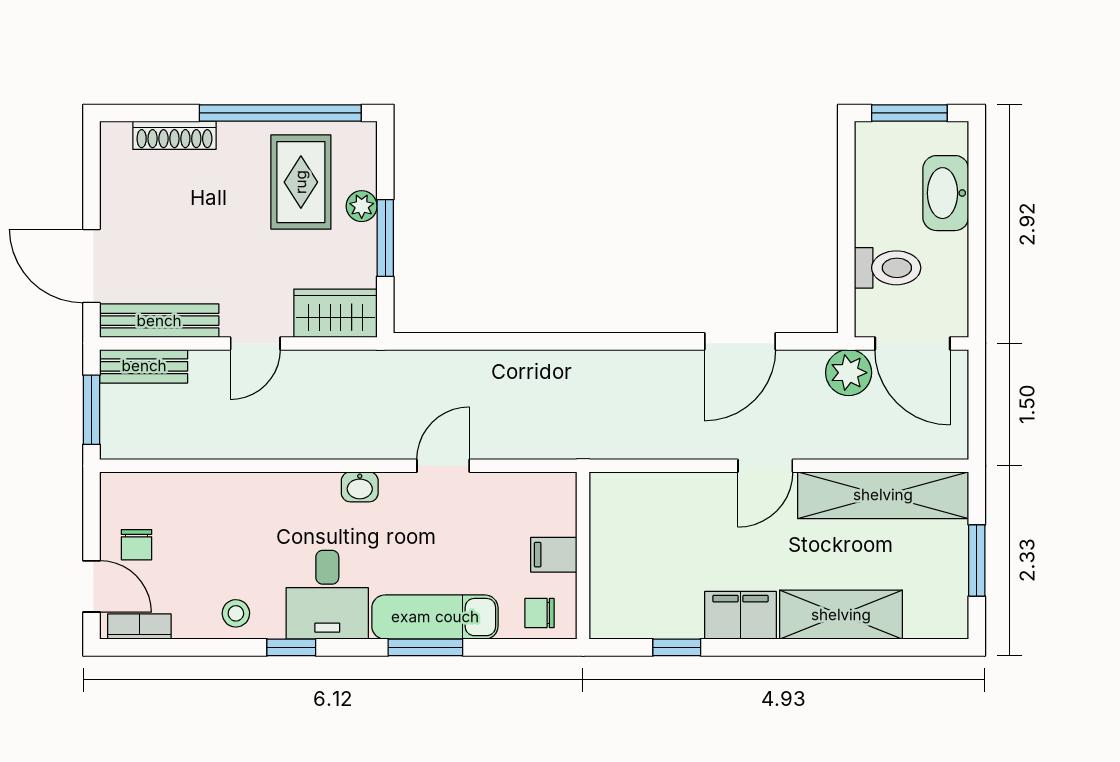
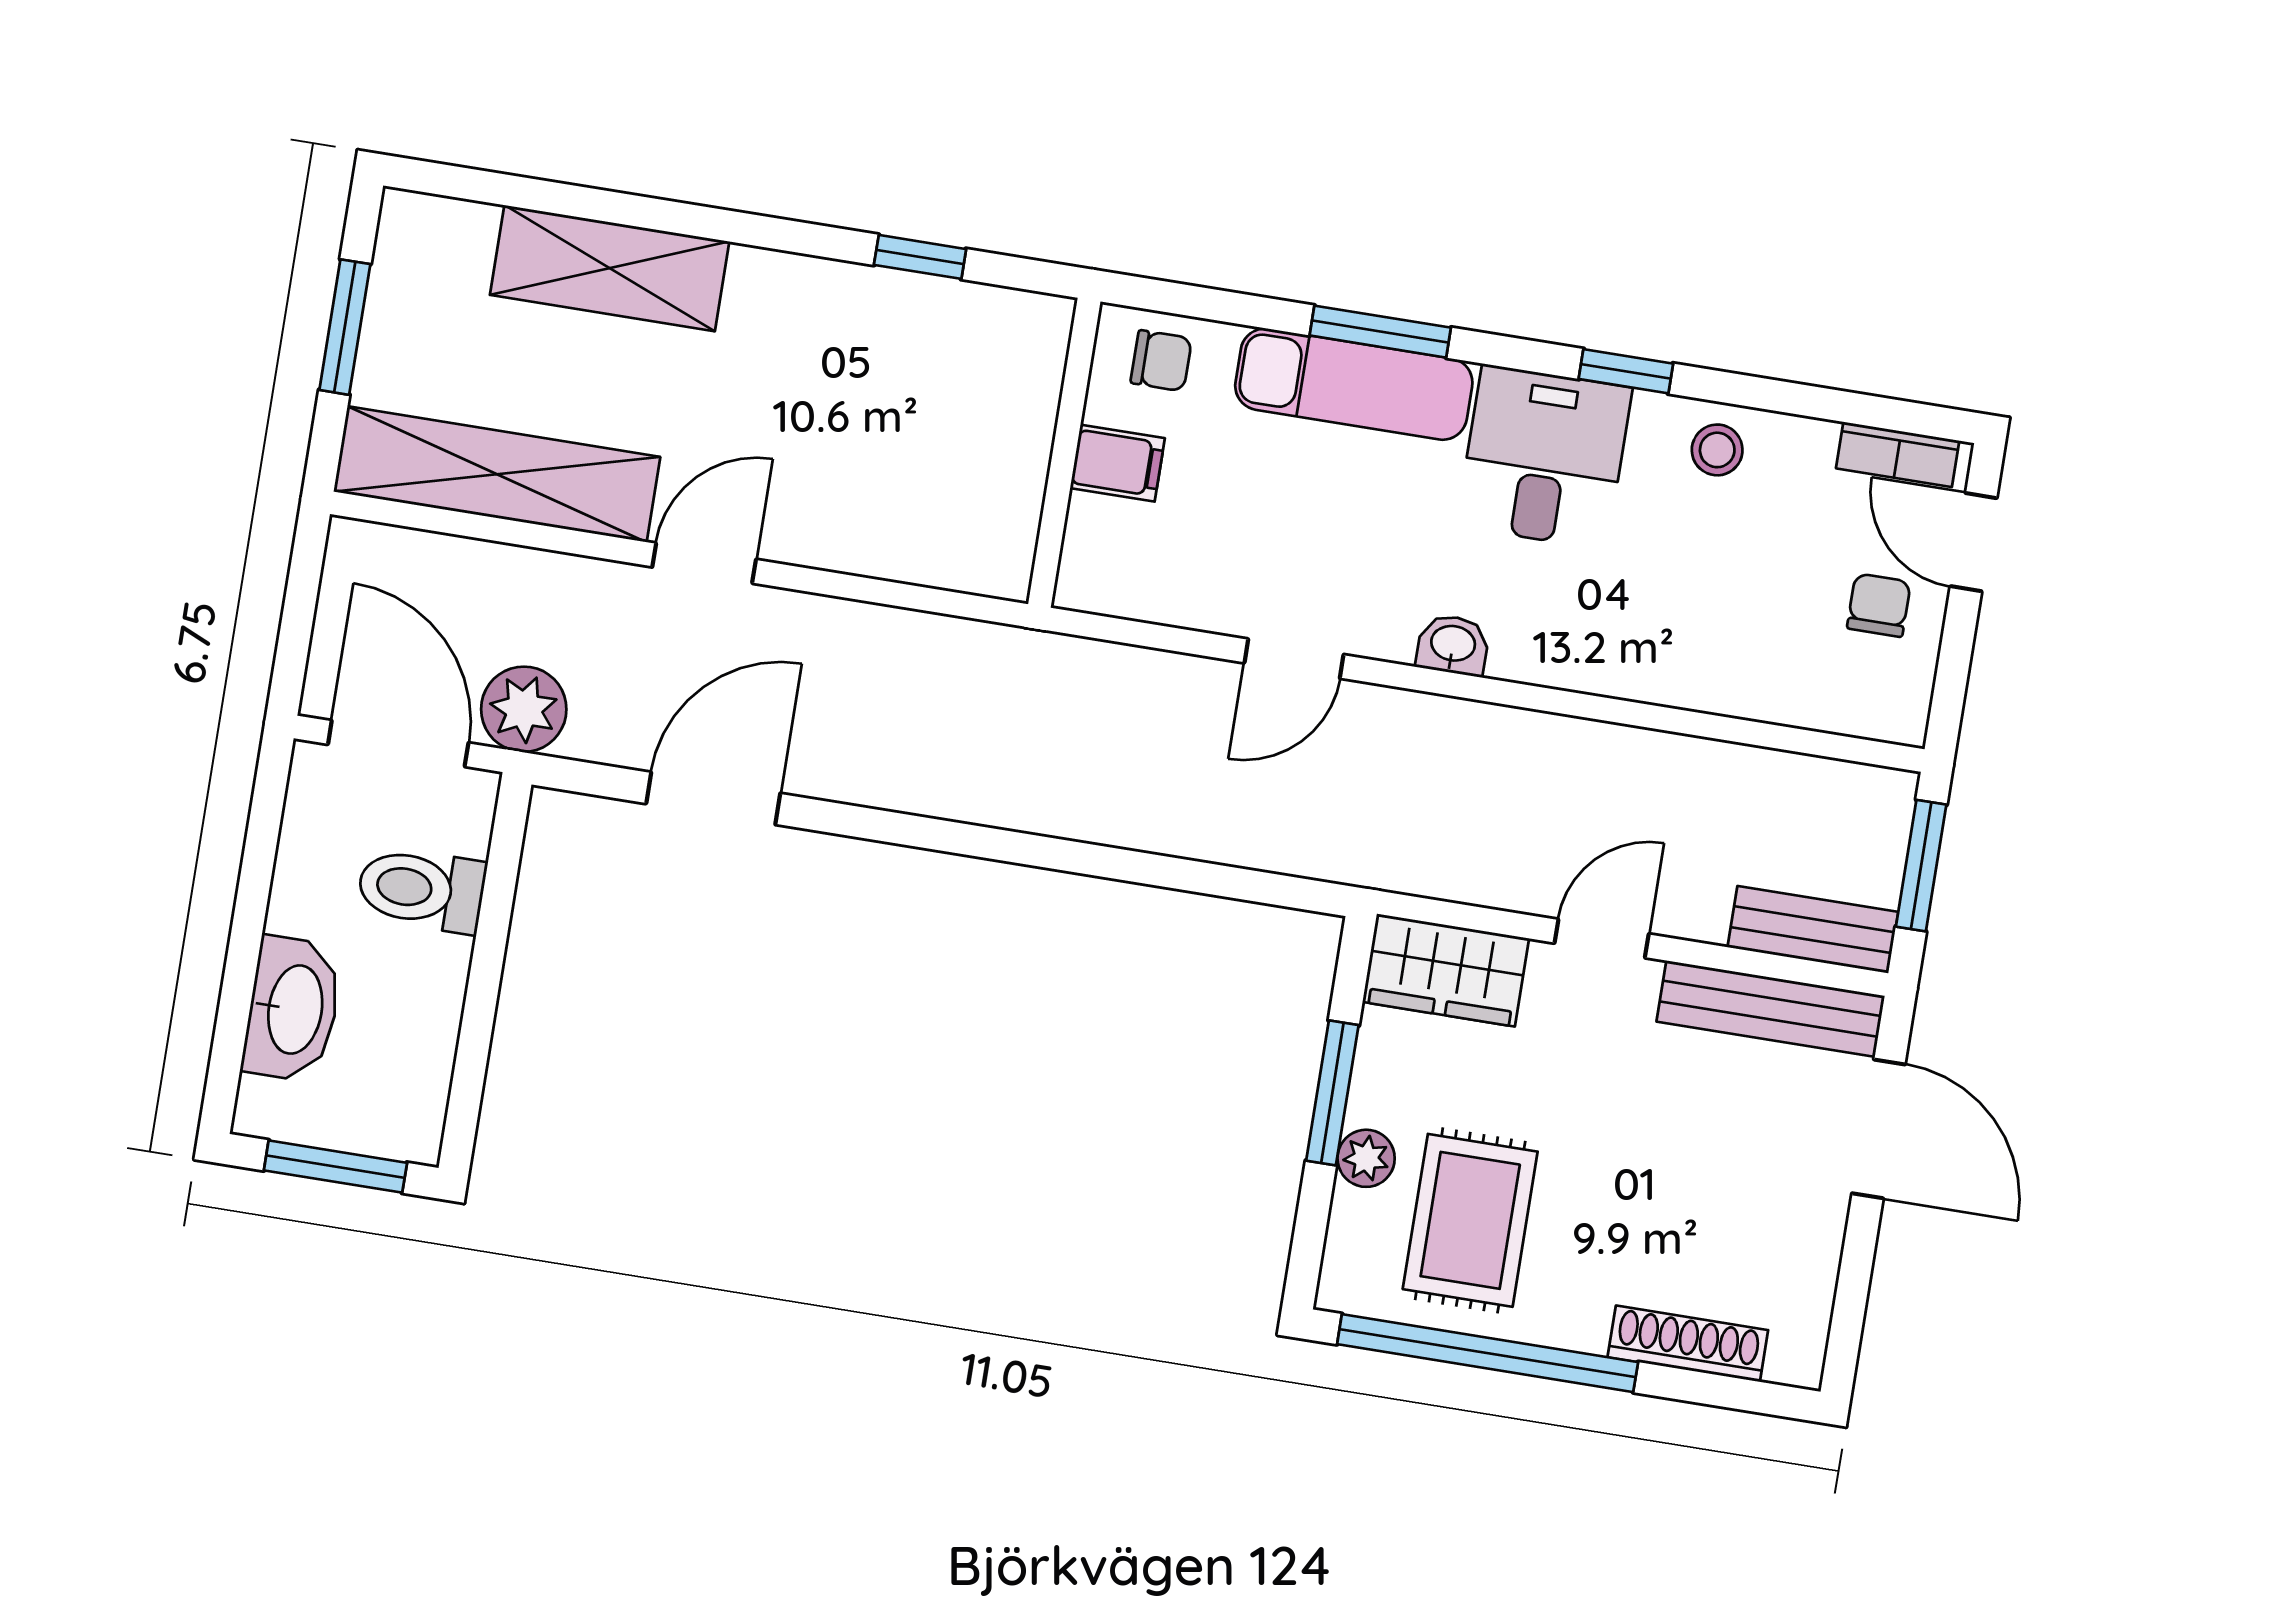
filing cabinet: (740, 615) -> (794, 297), removed

